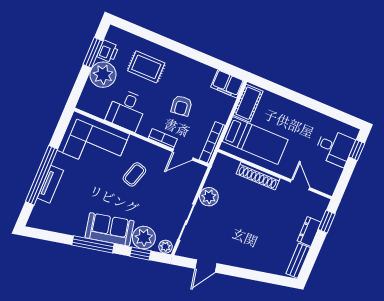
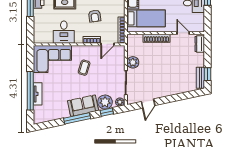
plant: (103, 75) -> (41, 17), removed
window: (327, 222) -> (207, 74), moved
dresser: (309, 231) -> (200, 44), moved

